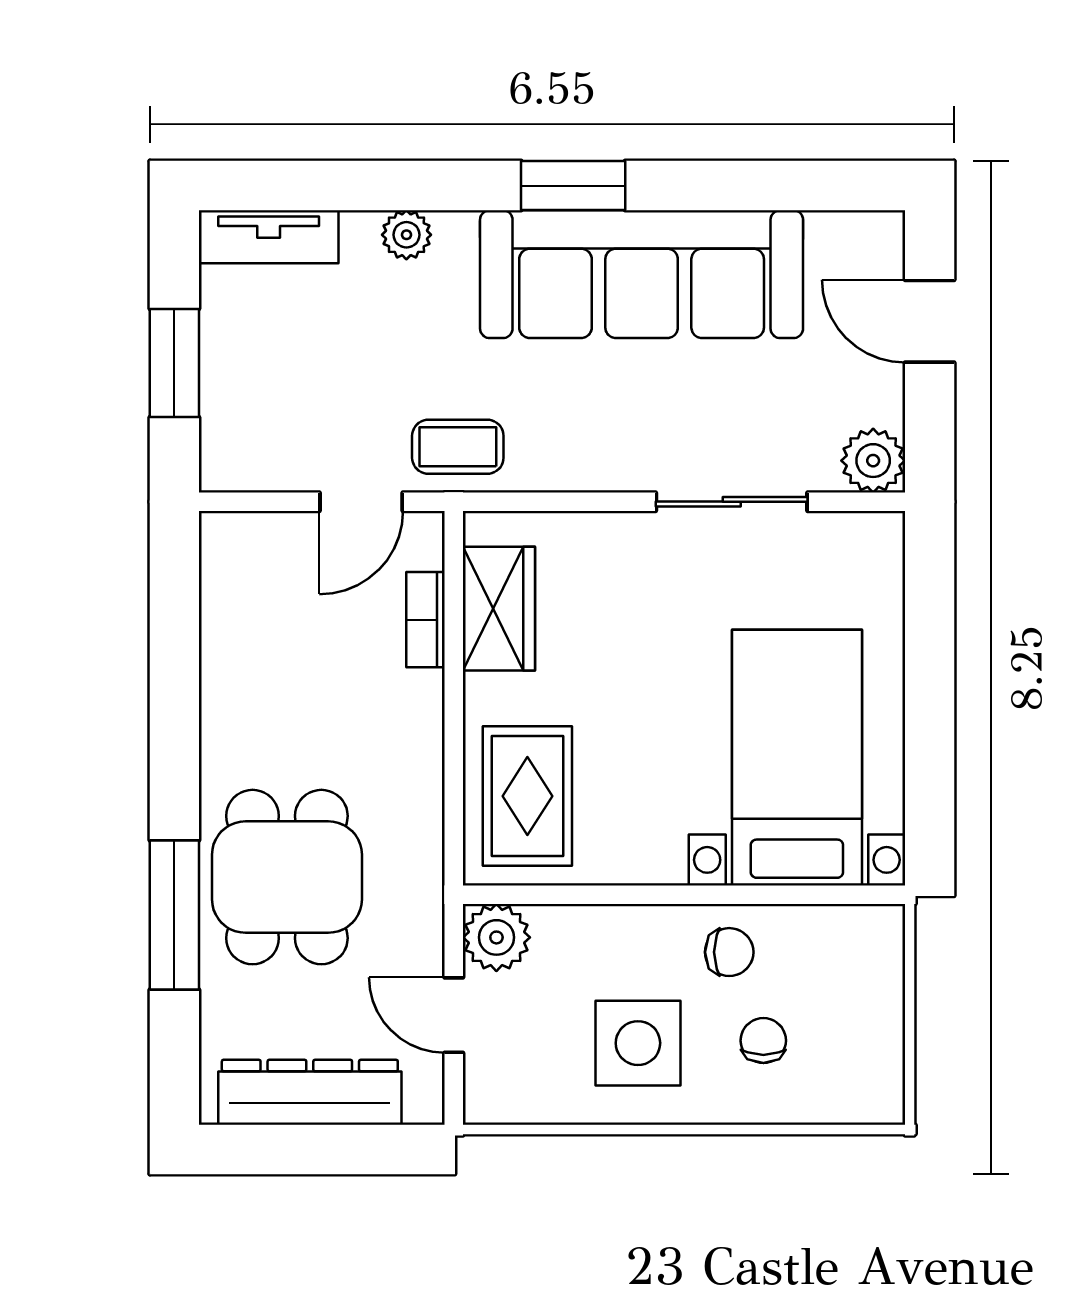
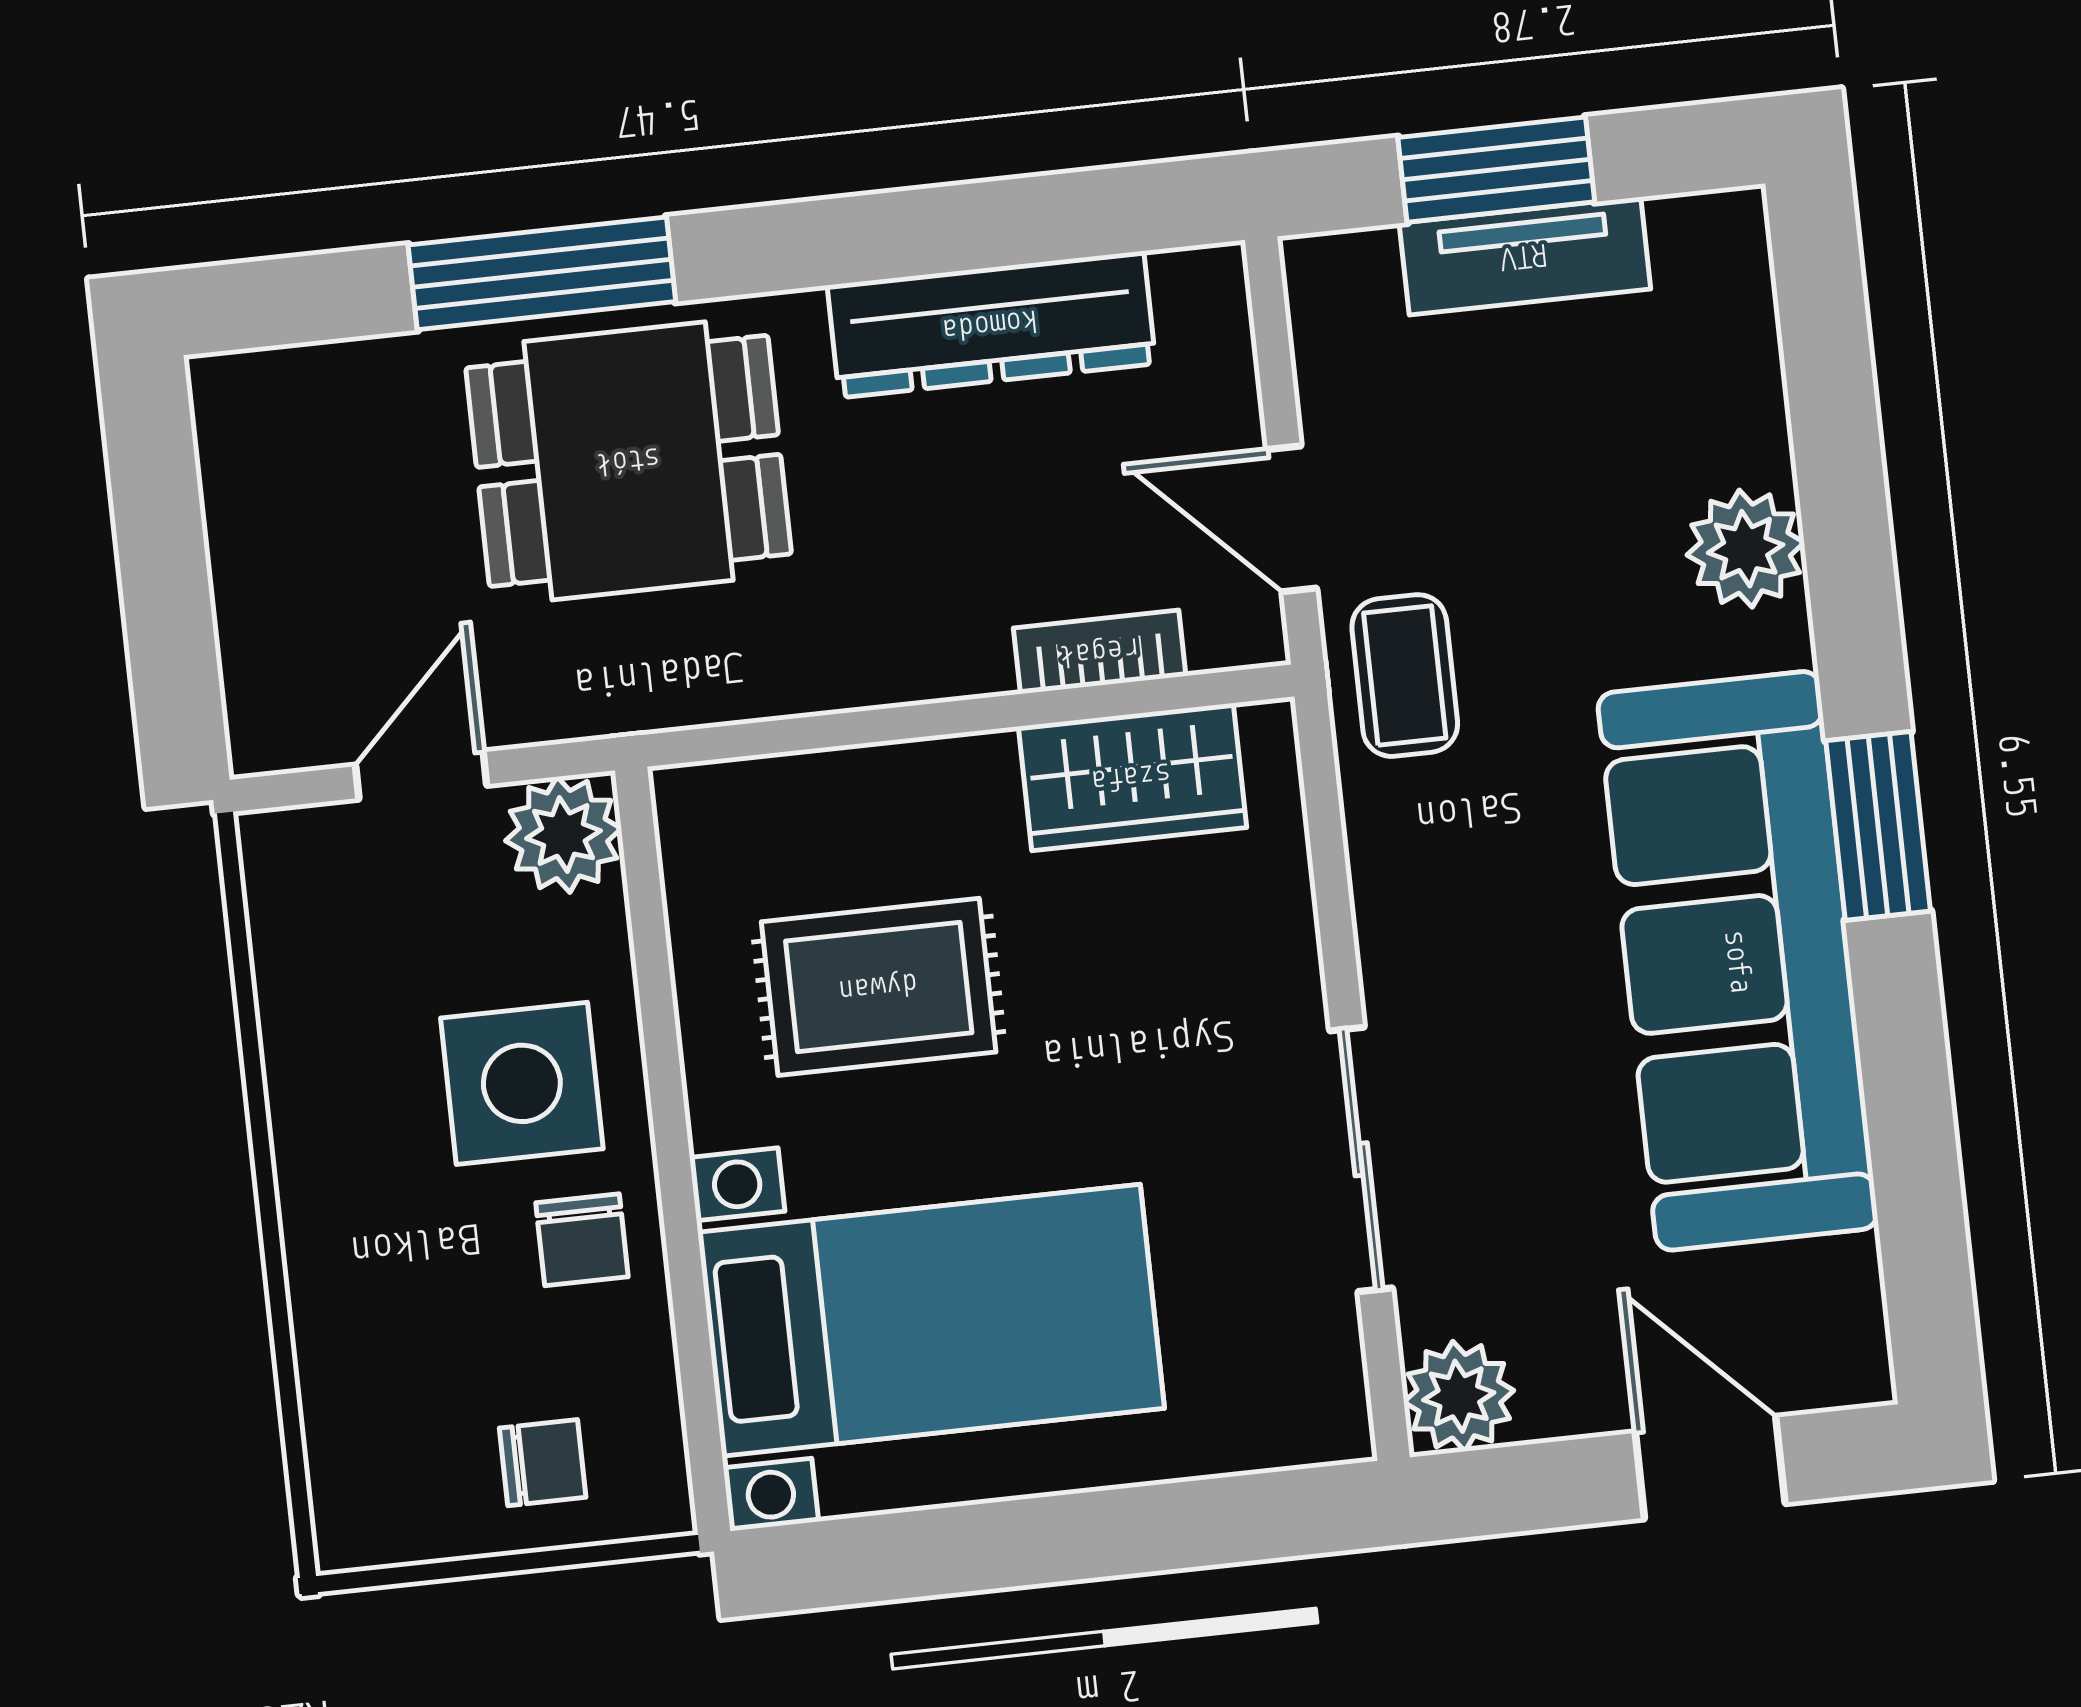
plant: (406, 235) -> (1746, 549), width x1.38, depth x1.38
tv unit: (269, 237) -> (1525, 256), moved, turned -90
door: (930, 321) -> (1710, 1468), hinge flipped
rug: (527, 796) -> (879, 987), moved
chair: (763, 1041) -> (543, 1463), moved
side table: (638, 1043) -> (522, 1083), moved
dresser: (310, 1092) -> (991, 325), moved, turned 90

